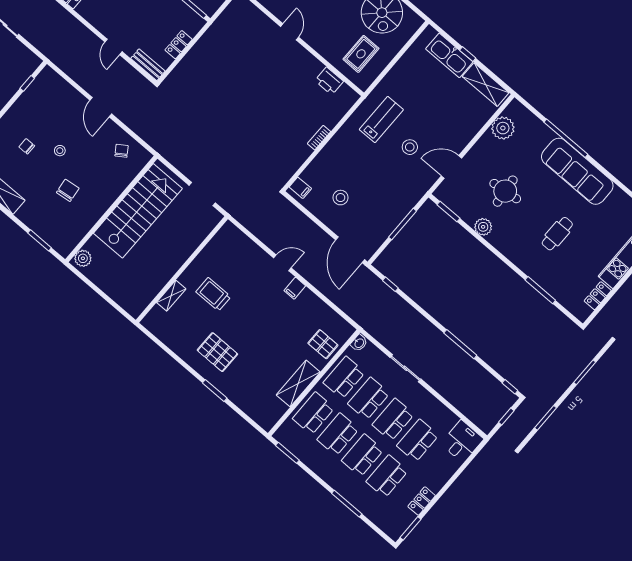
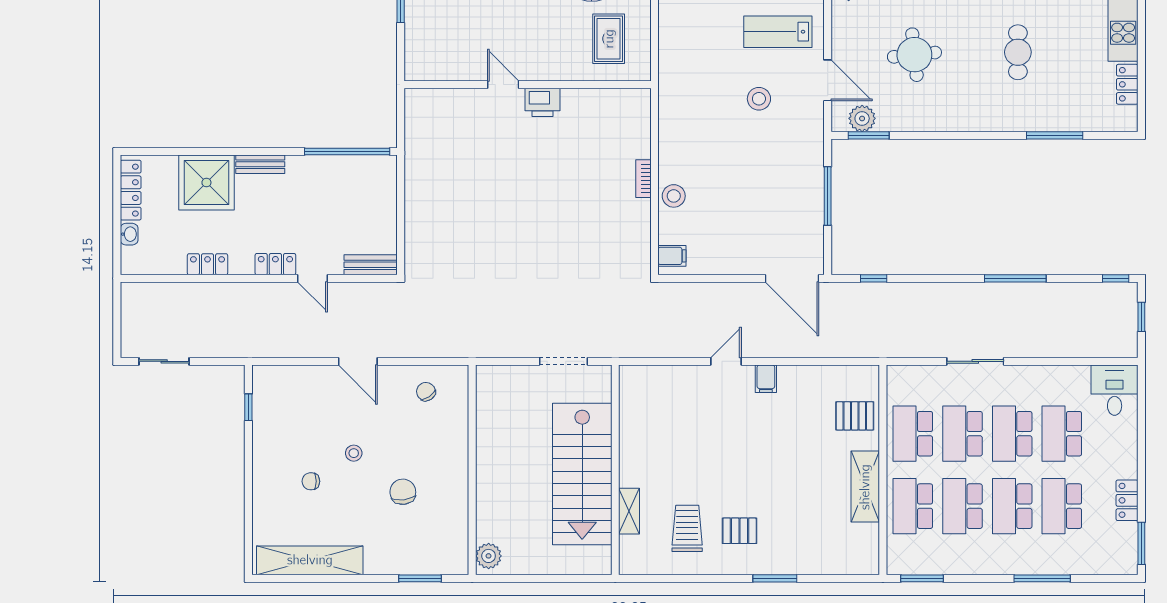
locker: (179, 45) -> (275, 264), moved, turned 90
printer: (329, 81) -> (542, 102), moved
lab bench: (381, 119) -> (778, 32), moved, turned -90
door: (451, 167) -> (828, 80), swing flipped
stool: (340, 198) -> (674, 196), moved
stairs: (138, 211) -> (582, 474), moved, turned 180
plant: (483, 227) -> (862, 118), moved
trolley: (213, 294) -> (687, 528), moved, turned 90
washbasin: (359, 343) -> (896, 378), removed
pallet: (217, 352) -> (740, 531), width x0.67, depth x0.71

